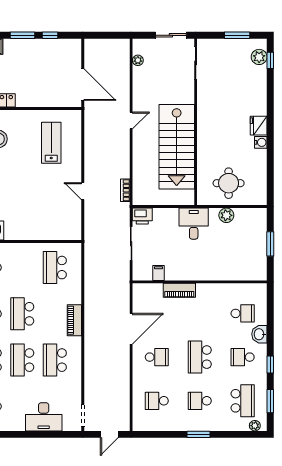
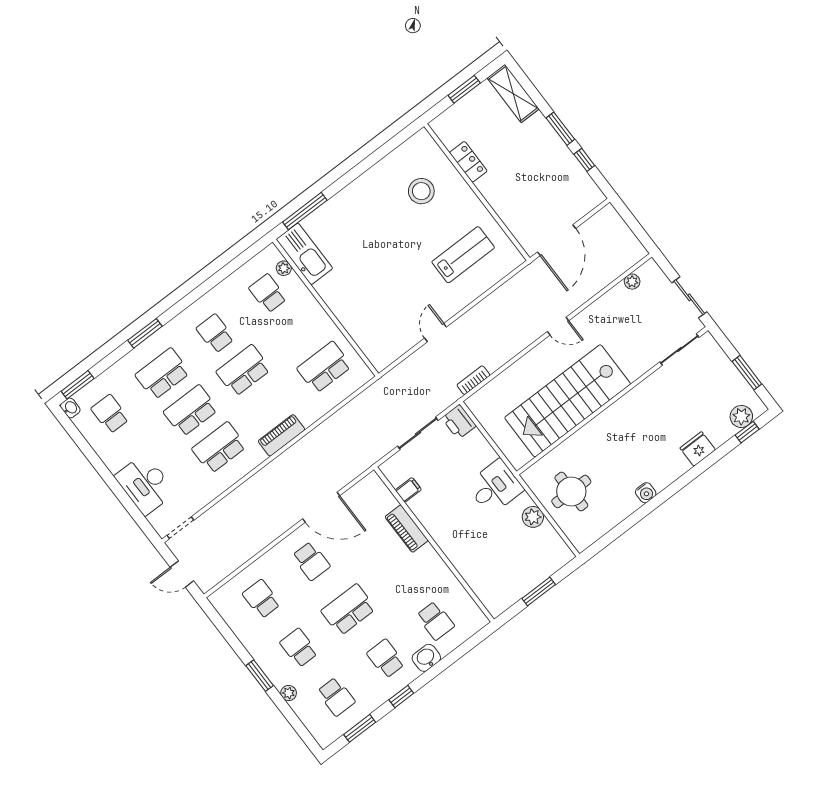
fridge: (259, 126) -> (698, 449), moved
school desk: (243, 401) -> (336, 697), width x0.54
plant: (255, 426) -> (289, 693), moved

